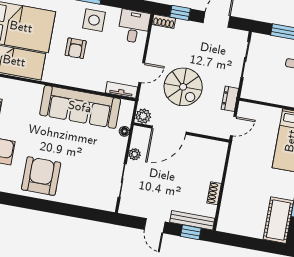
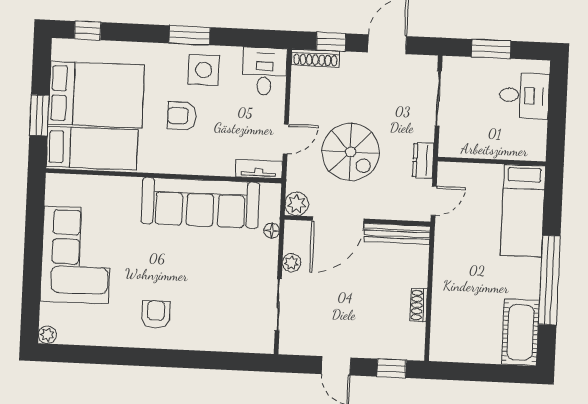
shoe rack: (164, 21) -> (316, 58), width x1.43
armchair: (76, 48) -> (182, 116), turned 90
armchair: (41, 176) -> (156, 314), width x0.53, depth x0.53
bench: (192, 220) -> (397, 234), moved

